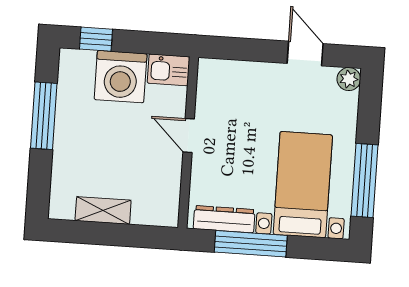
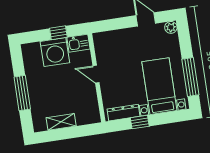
window: (96, 39) -> (58, 33), moved
window: (44, 116) -> (22, 93), moved
window: (251, 244) -> (140, 122), width x0.46

